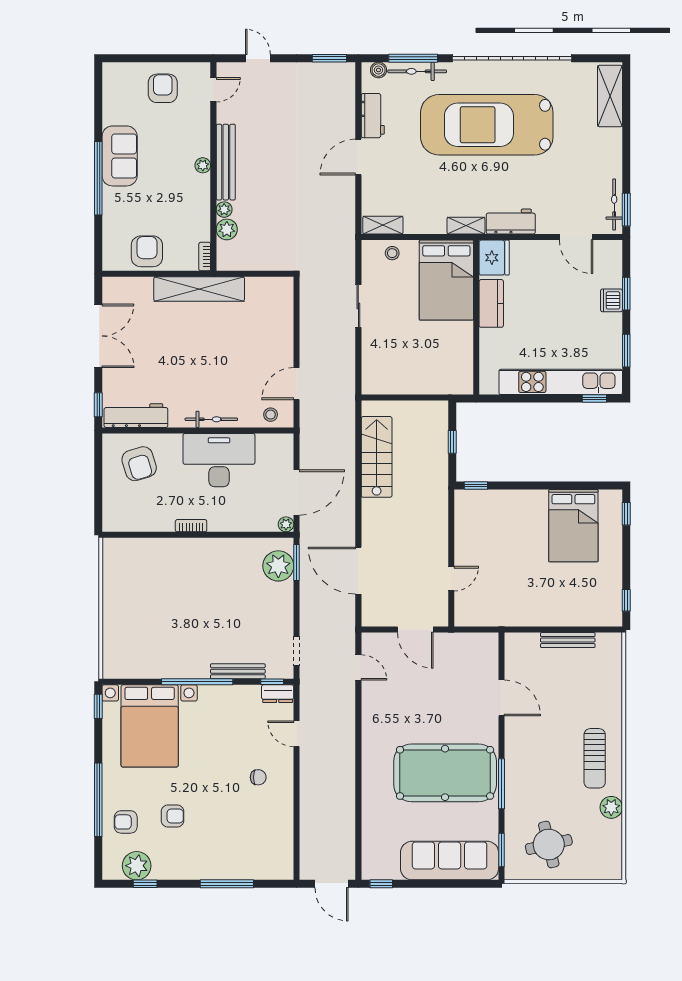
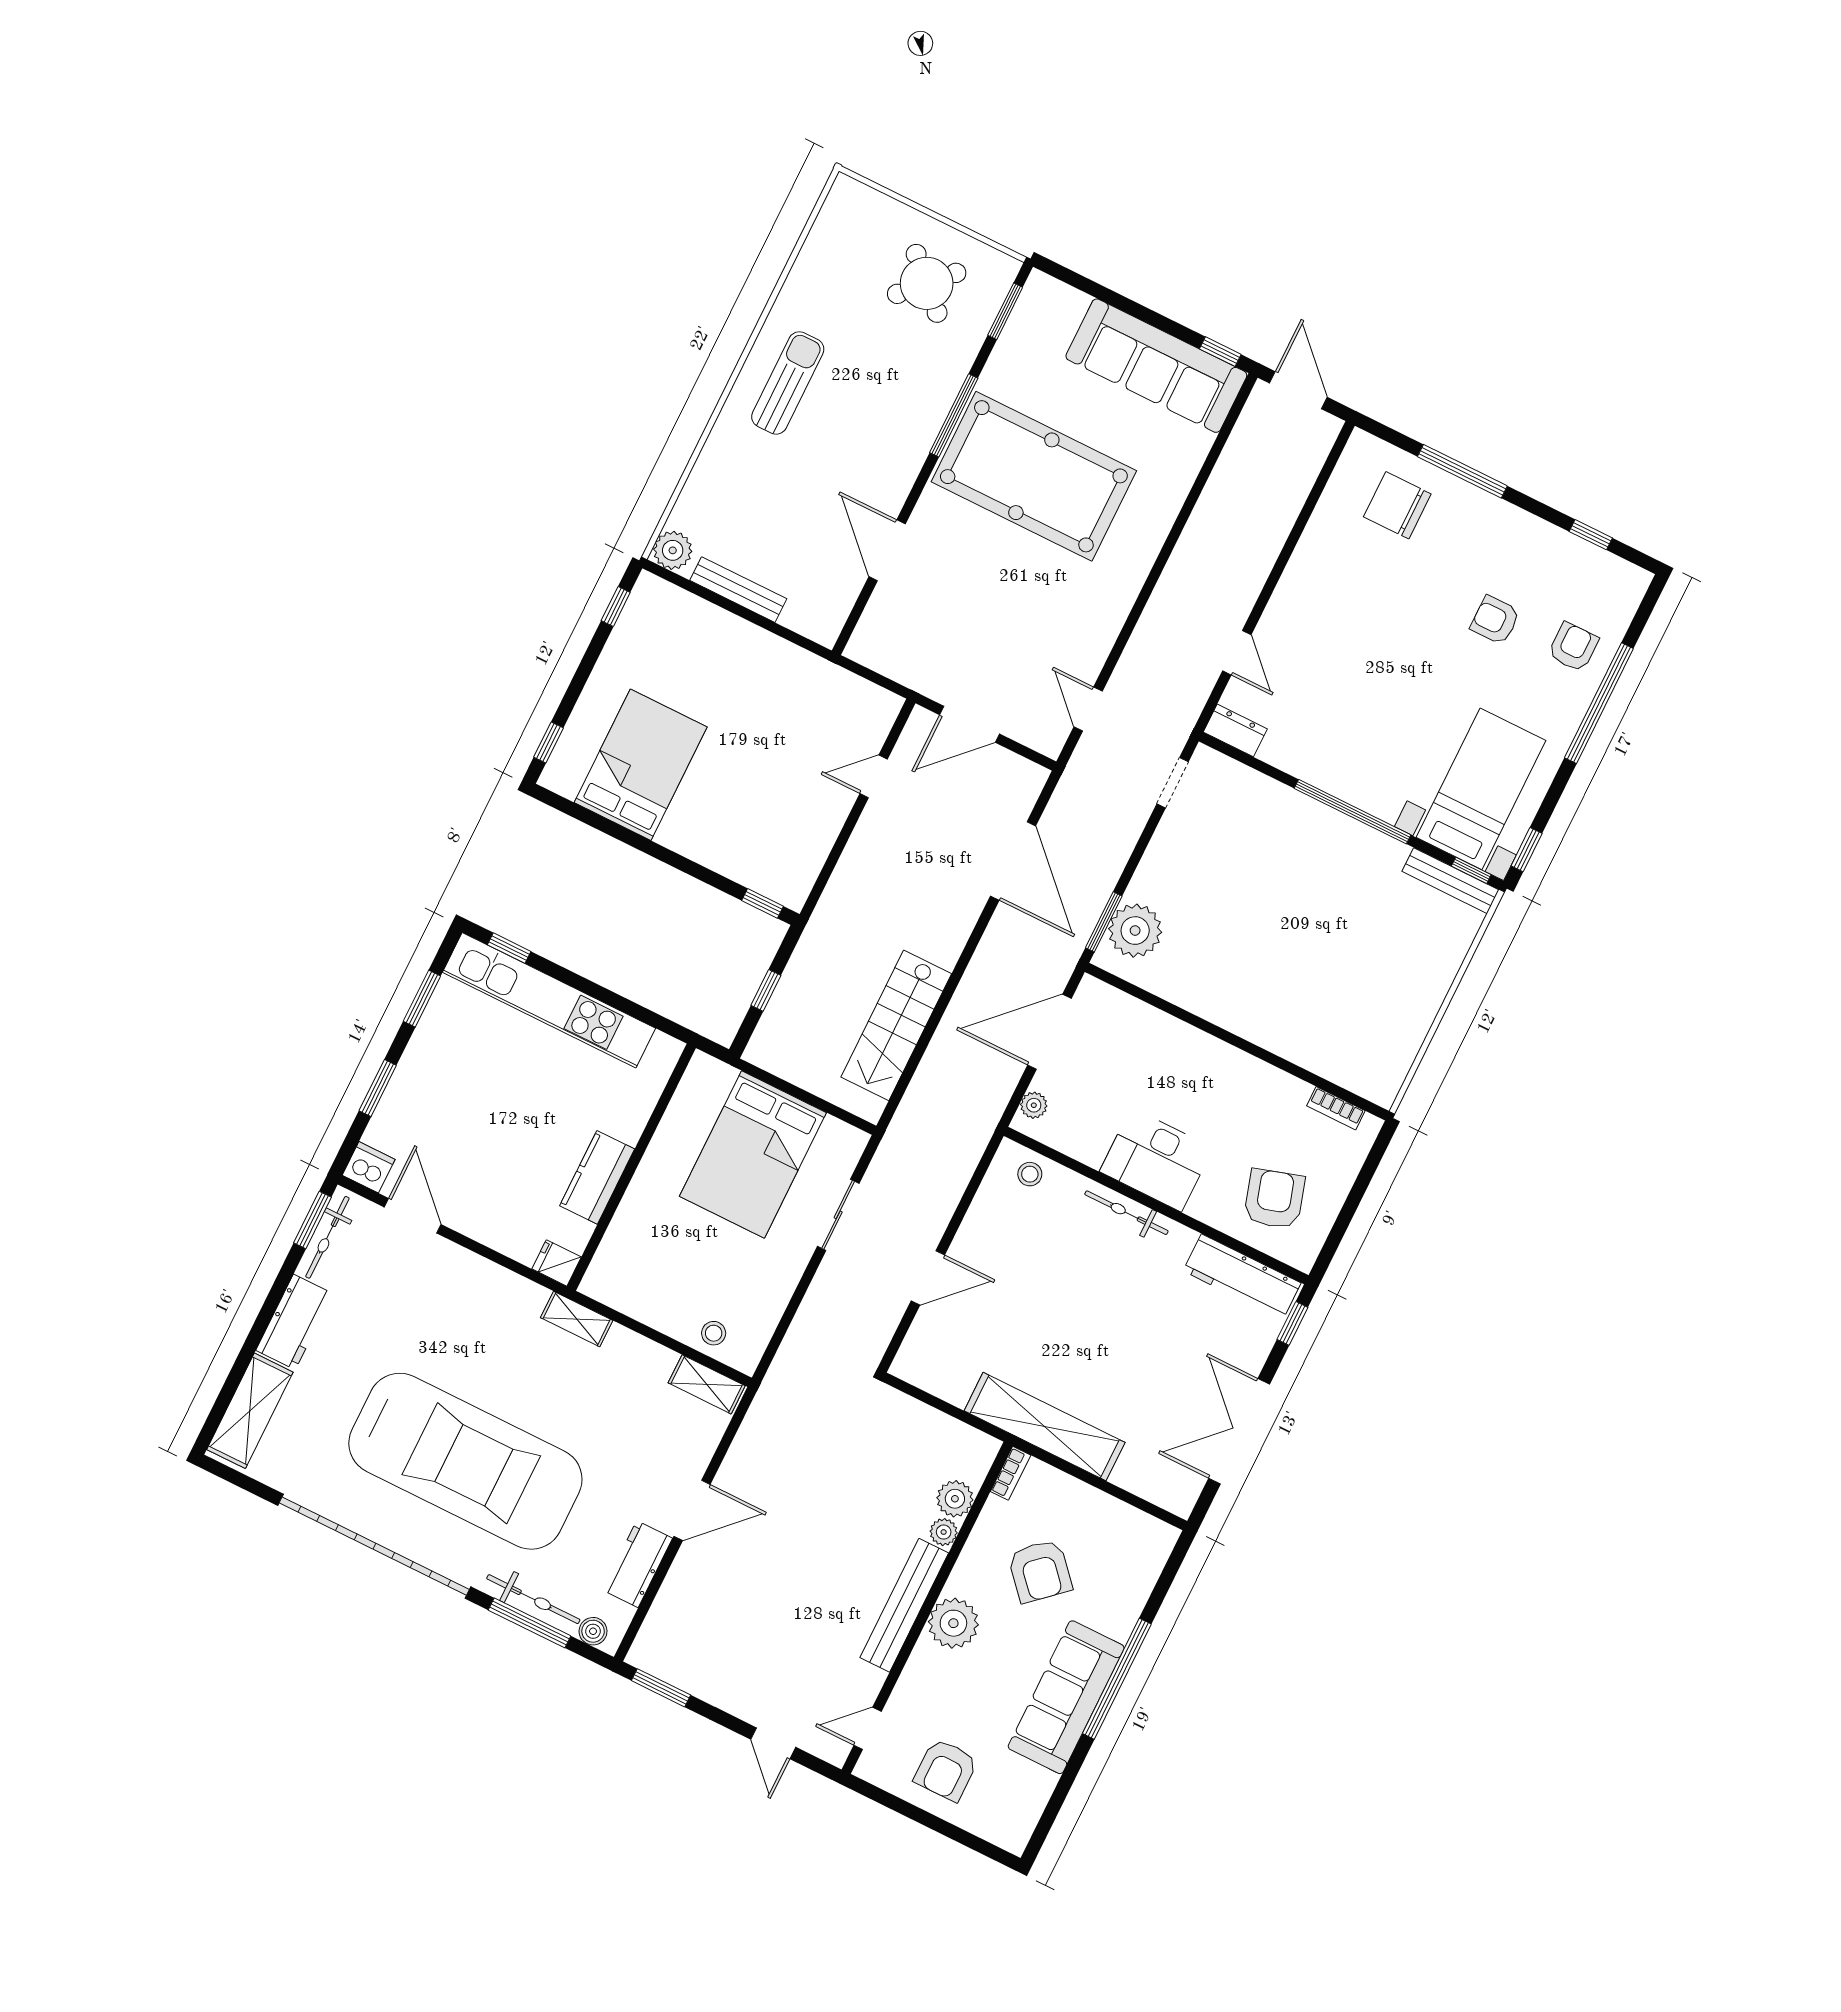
sofa: (120, 156) -> (1066, 1697), width x1.36
plant: (203, 165) -> (953, 1623), width x1.88, depth x1.88
workbench: (511, 222) -> (294, 1322), moved, turned -90
armchair: (147, 251) -> (1040, 1571), moved, turned -42
fridge: (494, 258) -> (557, 1263), width x0.53, depth x0.75
bed: (446, 280) -> (753, 1154), moved, turned 180
dishwasher: (612, 300) -> (369, 1167), moved, turned -90
sliding door: (358, 306) -> (838, 1215), moved
door: (297, 384) -> (928, 1278), moved
desk: (219, 460) -> (1156, 1160), width x0.73, depth x0.77
plant: (286, 524) -> (1034, 1105), moved
bookcase: (191, 526) -> (1336, 1108), moved
door: (415, 630) -> (969, 724), swing flipped
bench: (238, 671) -> (1451, 881), moved
window: (272, 682) -> (1471, 870), moved
bed with nightstands: (150, 726) -> (1481, 789), width x0.73
chair: (258, 777) -> (1397, 505), moved, width x1.87, depth x1.87
plant: (611, 807) -> (673, 550), moved
armchair: (126, 822) -> (1573, 647), turned -90
round table: (549, 845) -> (927, 283), turned -33
sofa: (450, 861) -> (1156, 366), moved
plant: (137, 866) -> (1590, 570), removed

